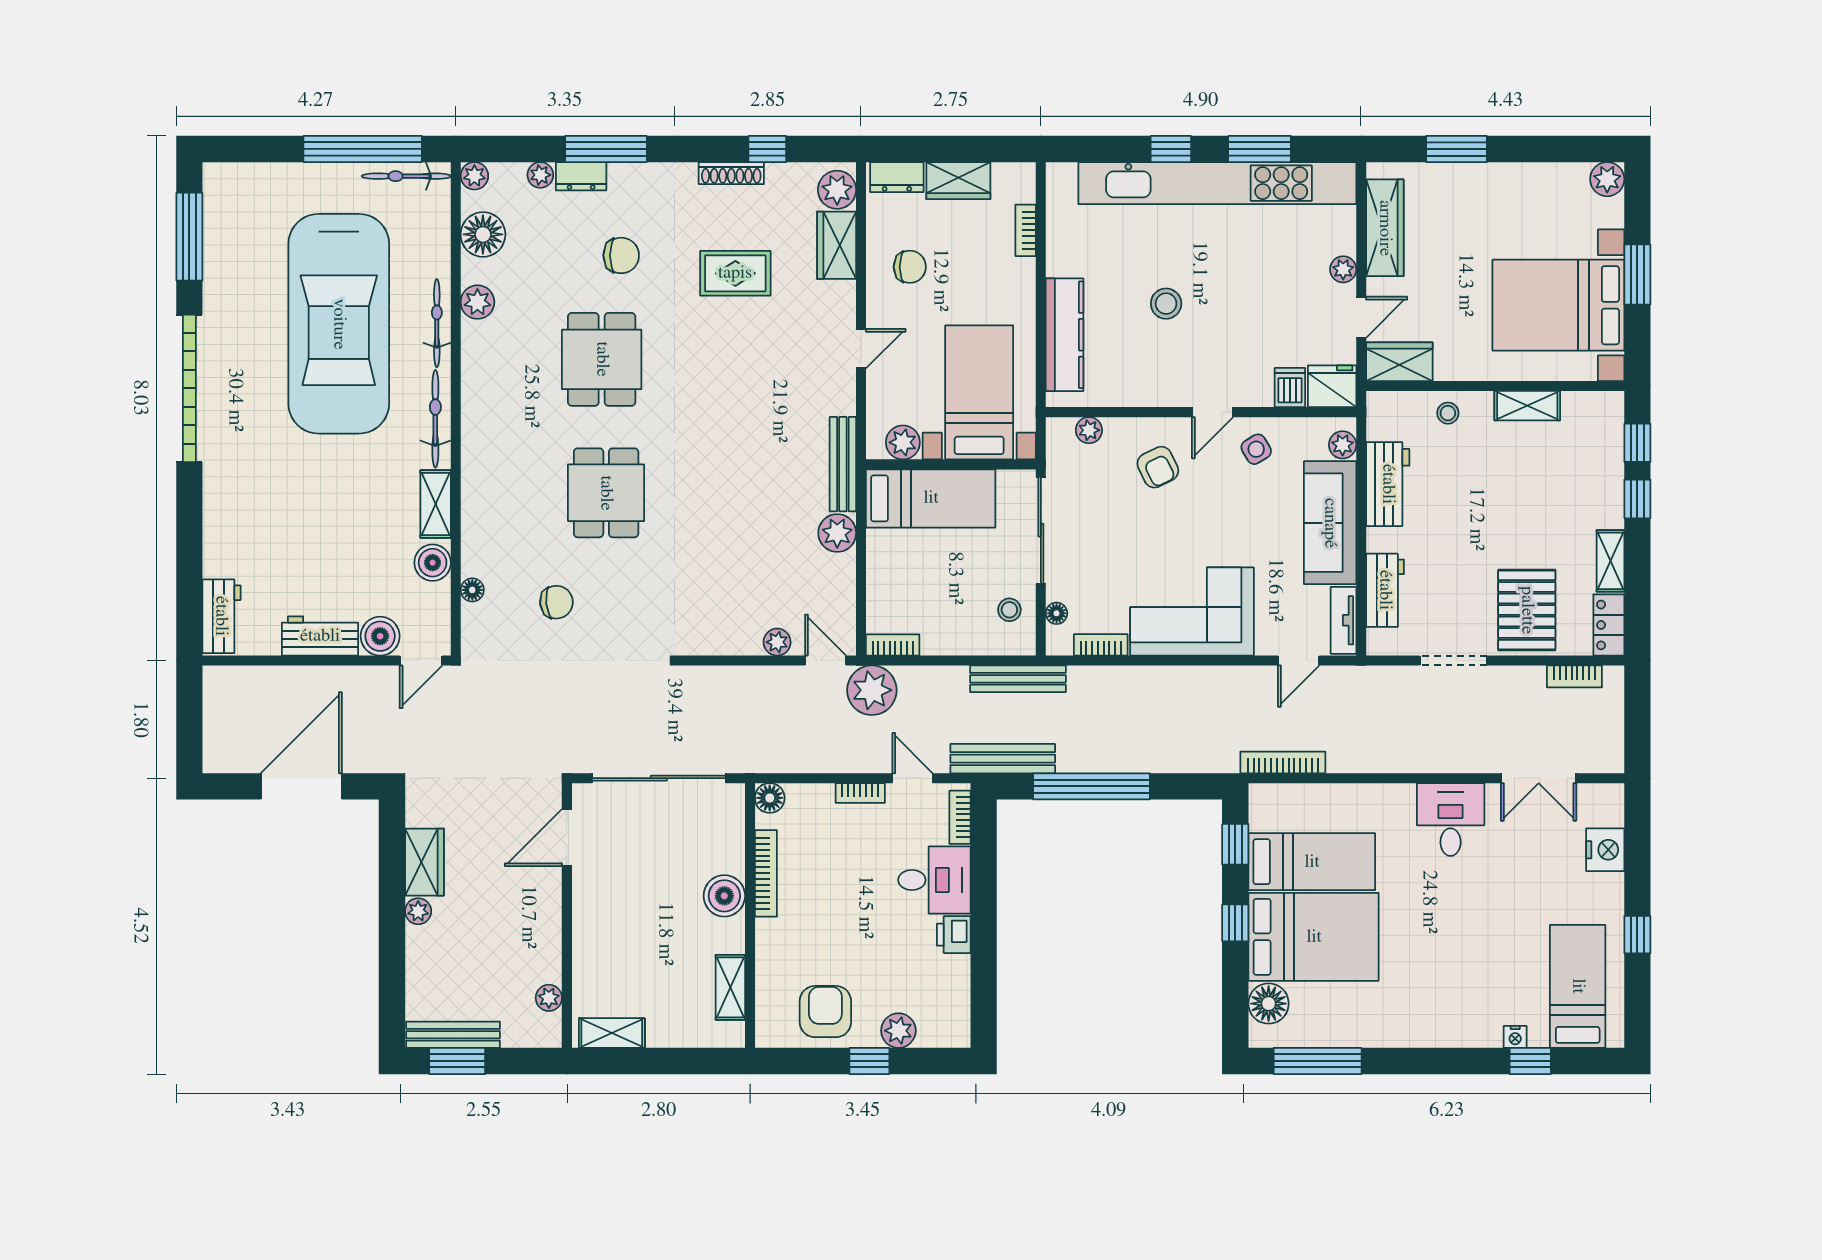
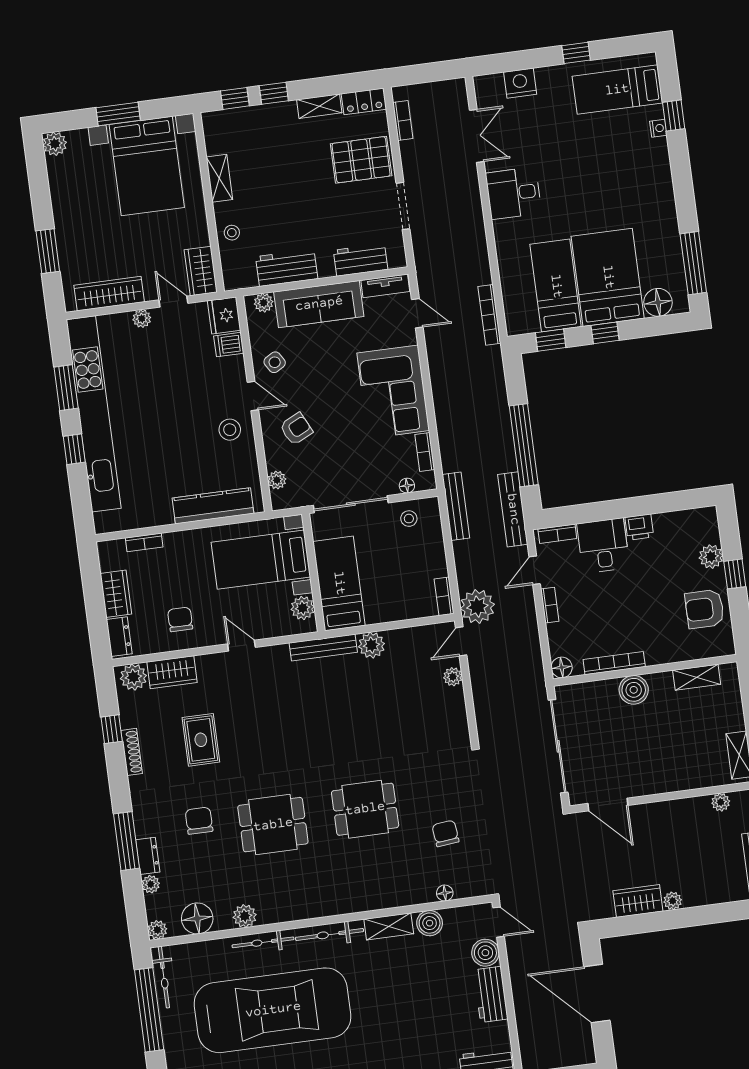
stool: (1166, 304) -> (230, 430), moved

